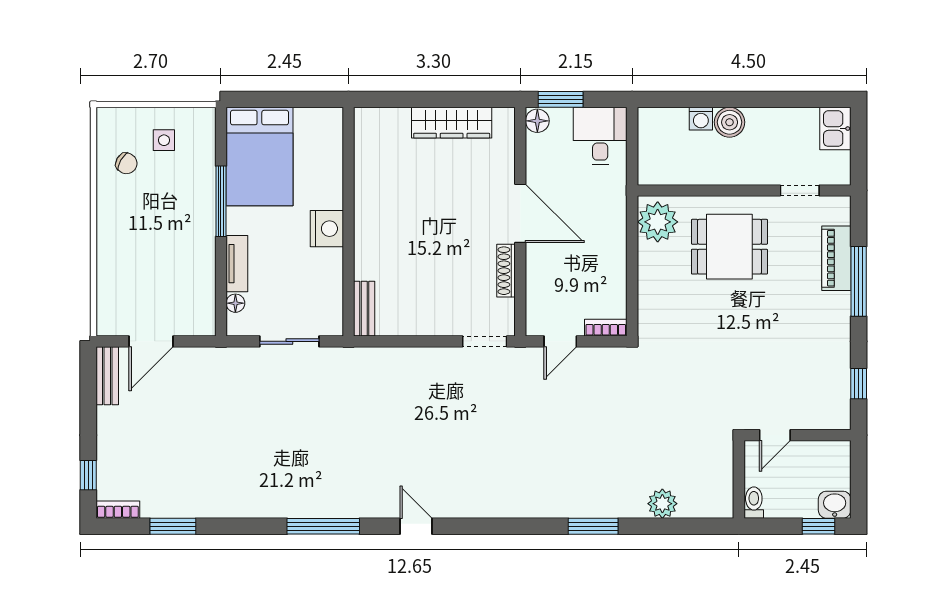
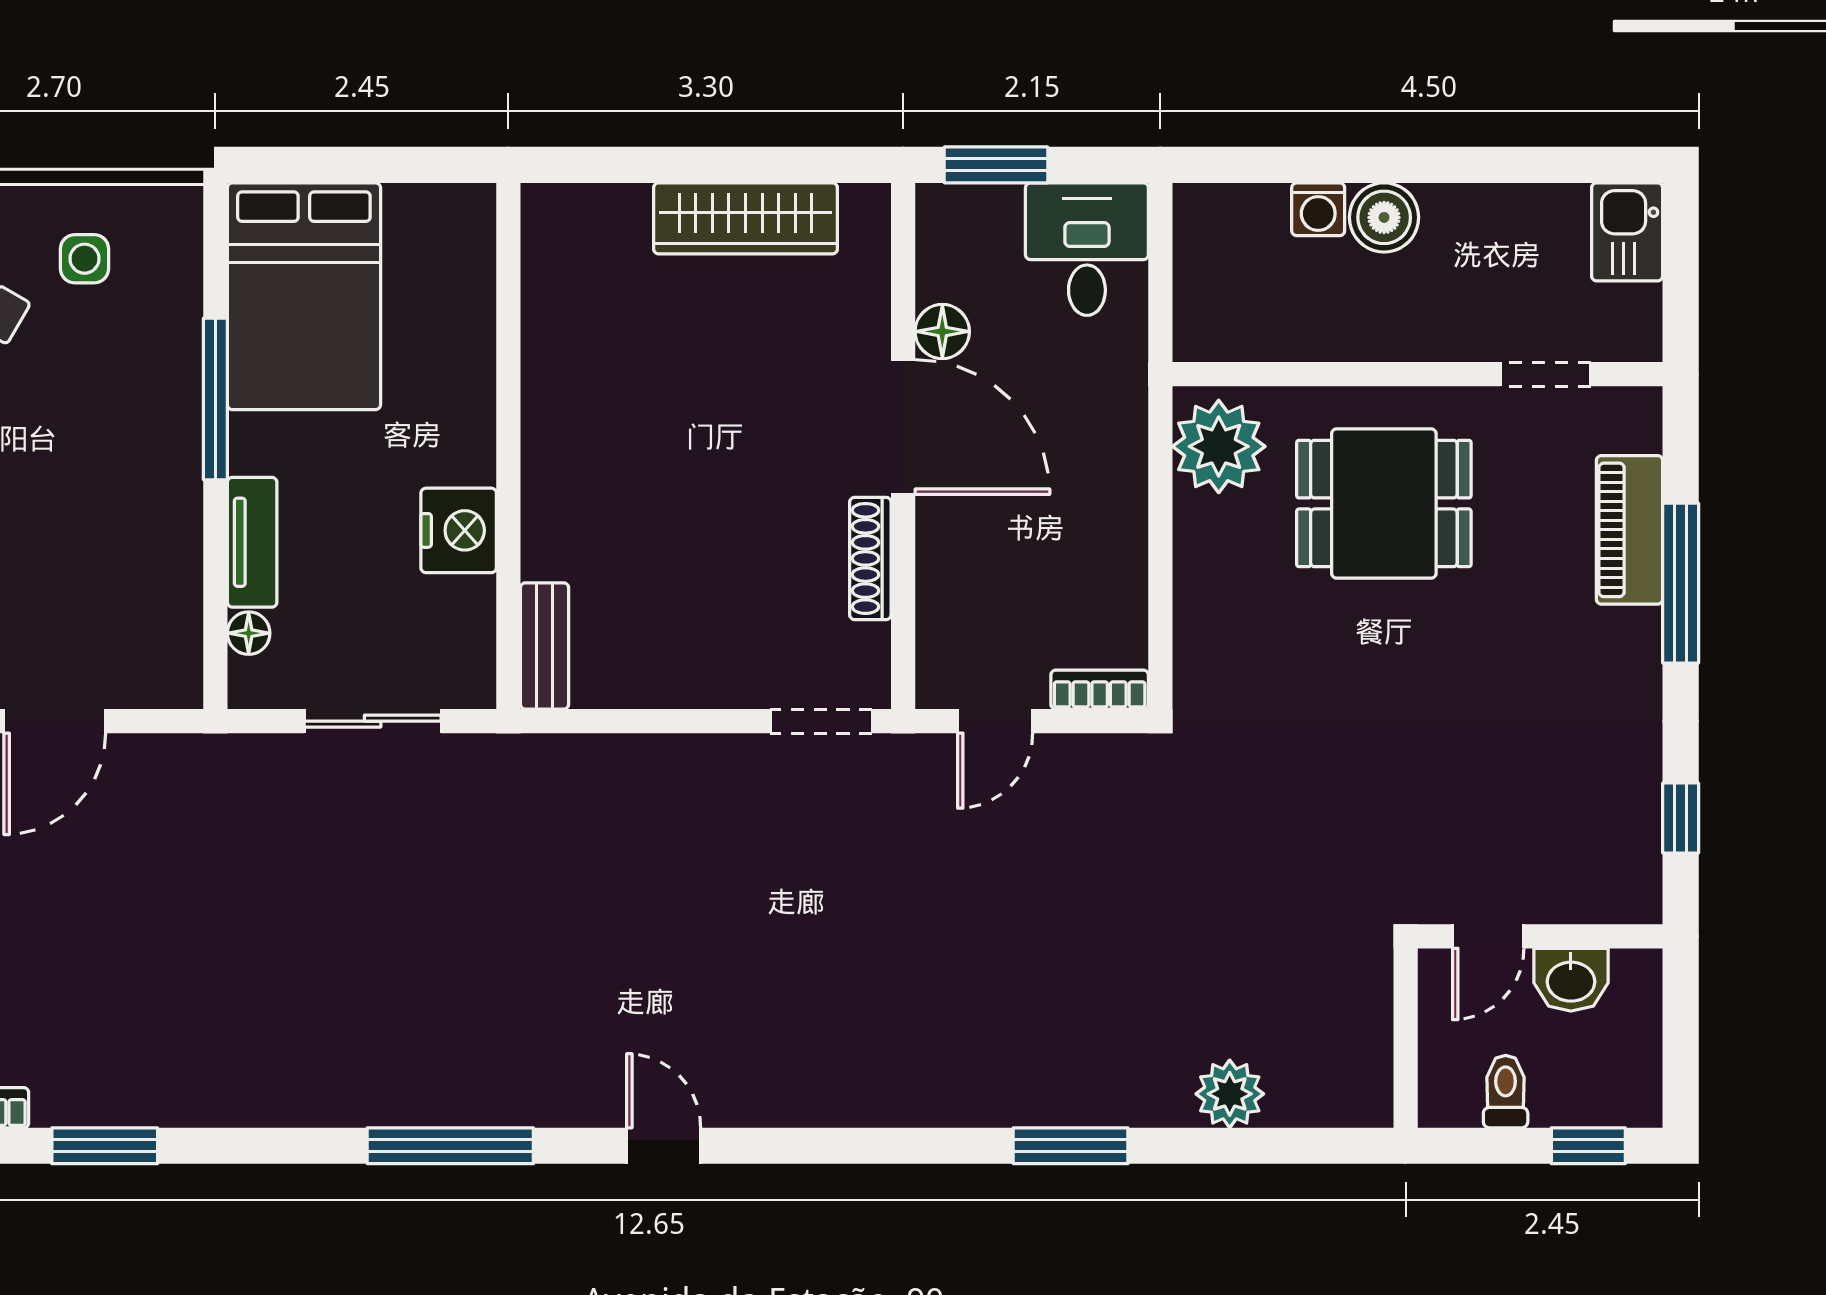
floor lamp: (537, 121) -> (942, 331), moved
nightstand: (327, 229) -> (459, 530), moved
toilet: (754, 503) -> (1506, 1092), moved
washbasin: (835, 505) -> (1571, 980), moved, turned 180

